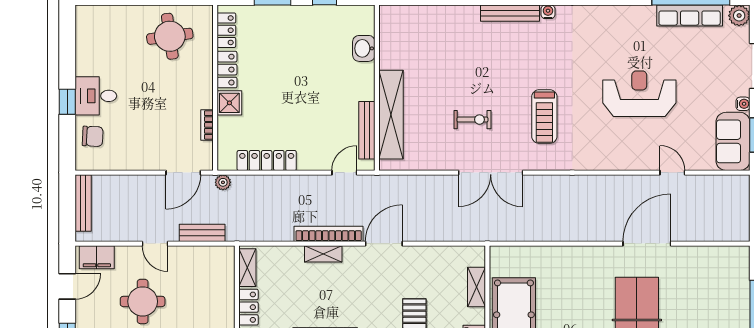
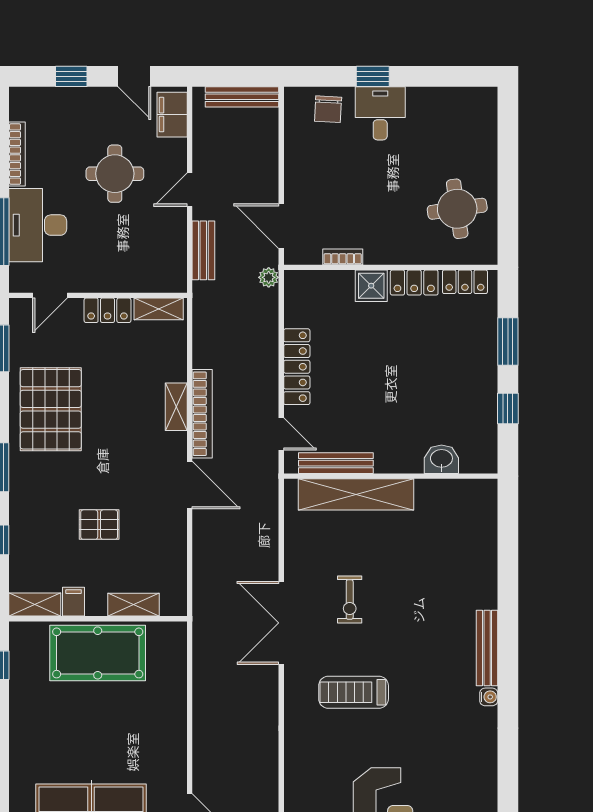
locker: (267, 161) -> (297, 367), moved

